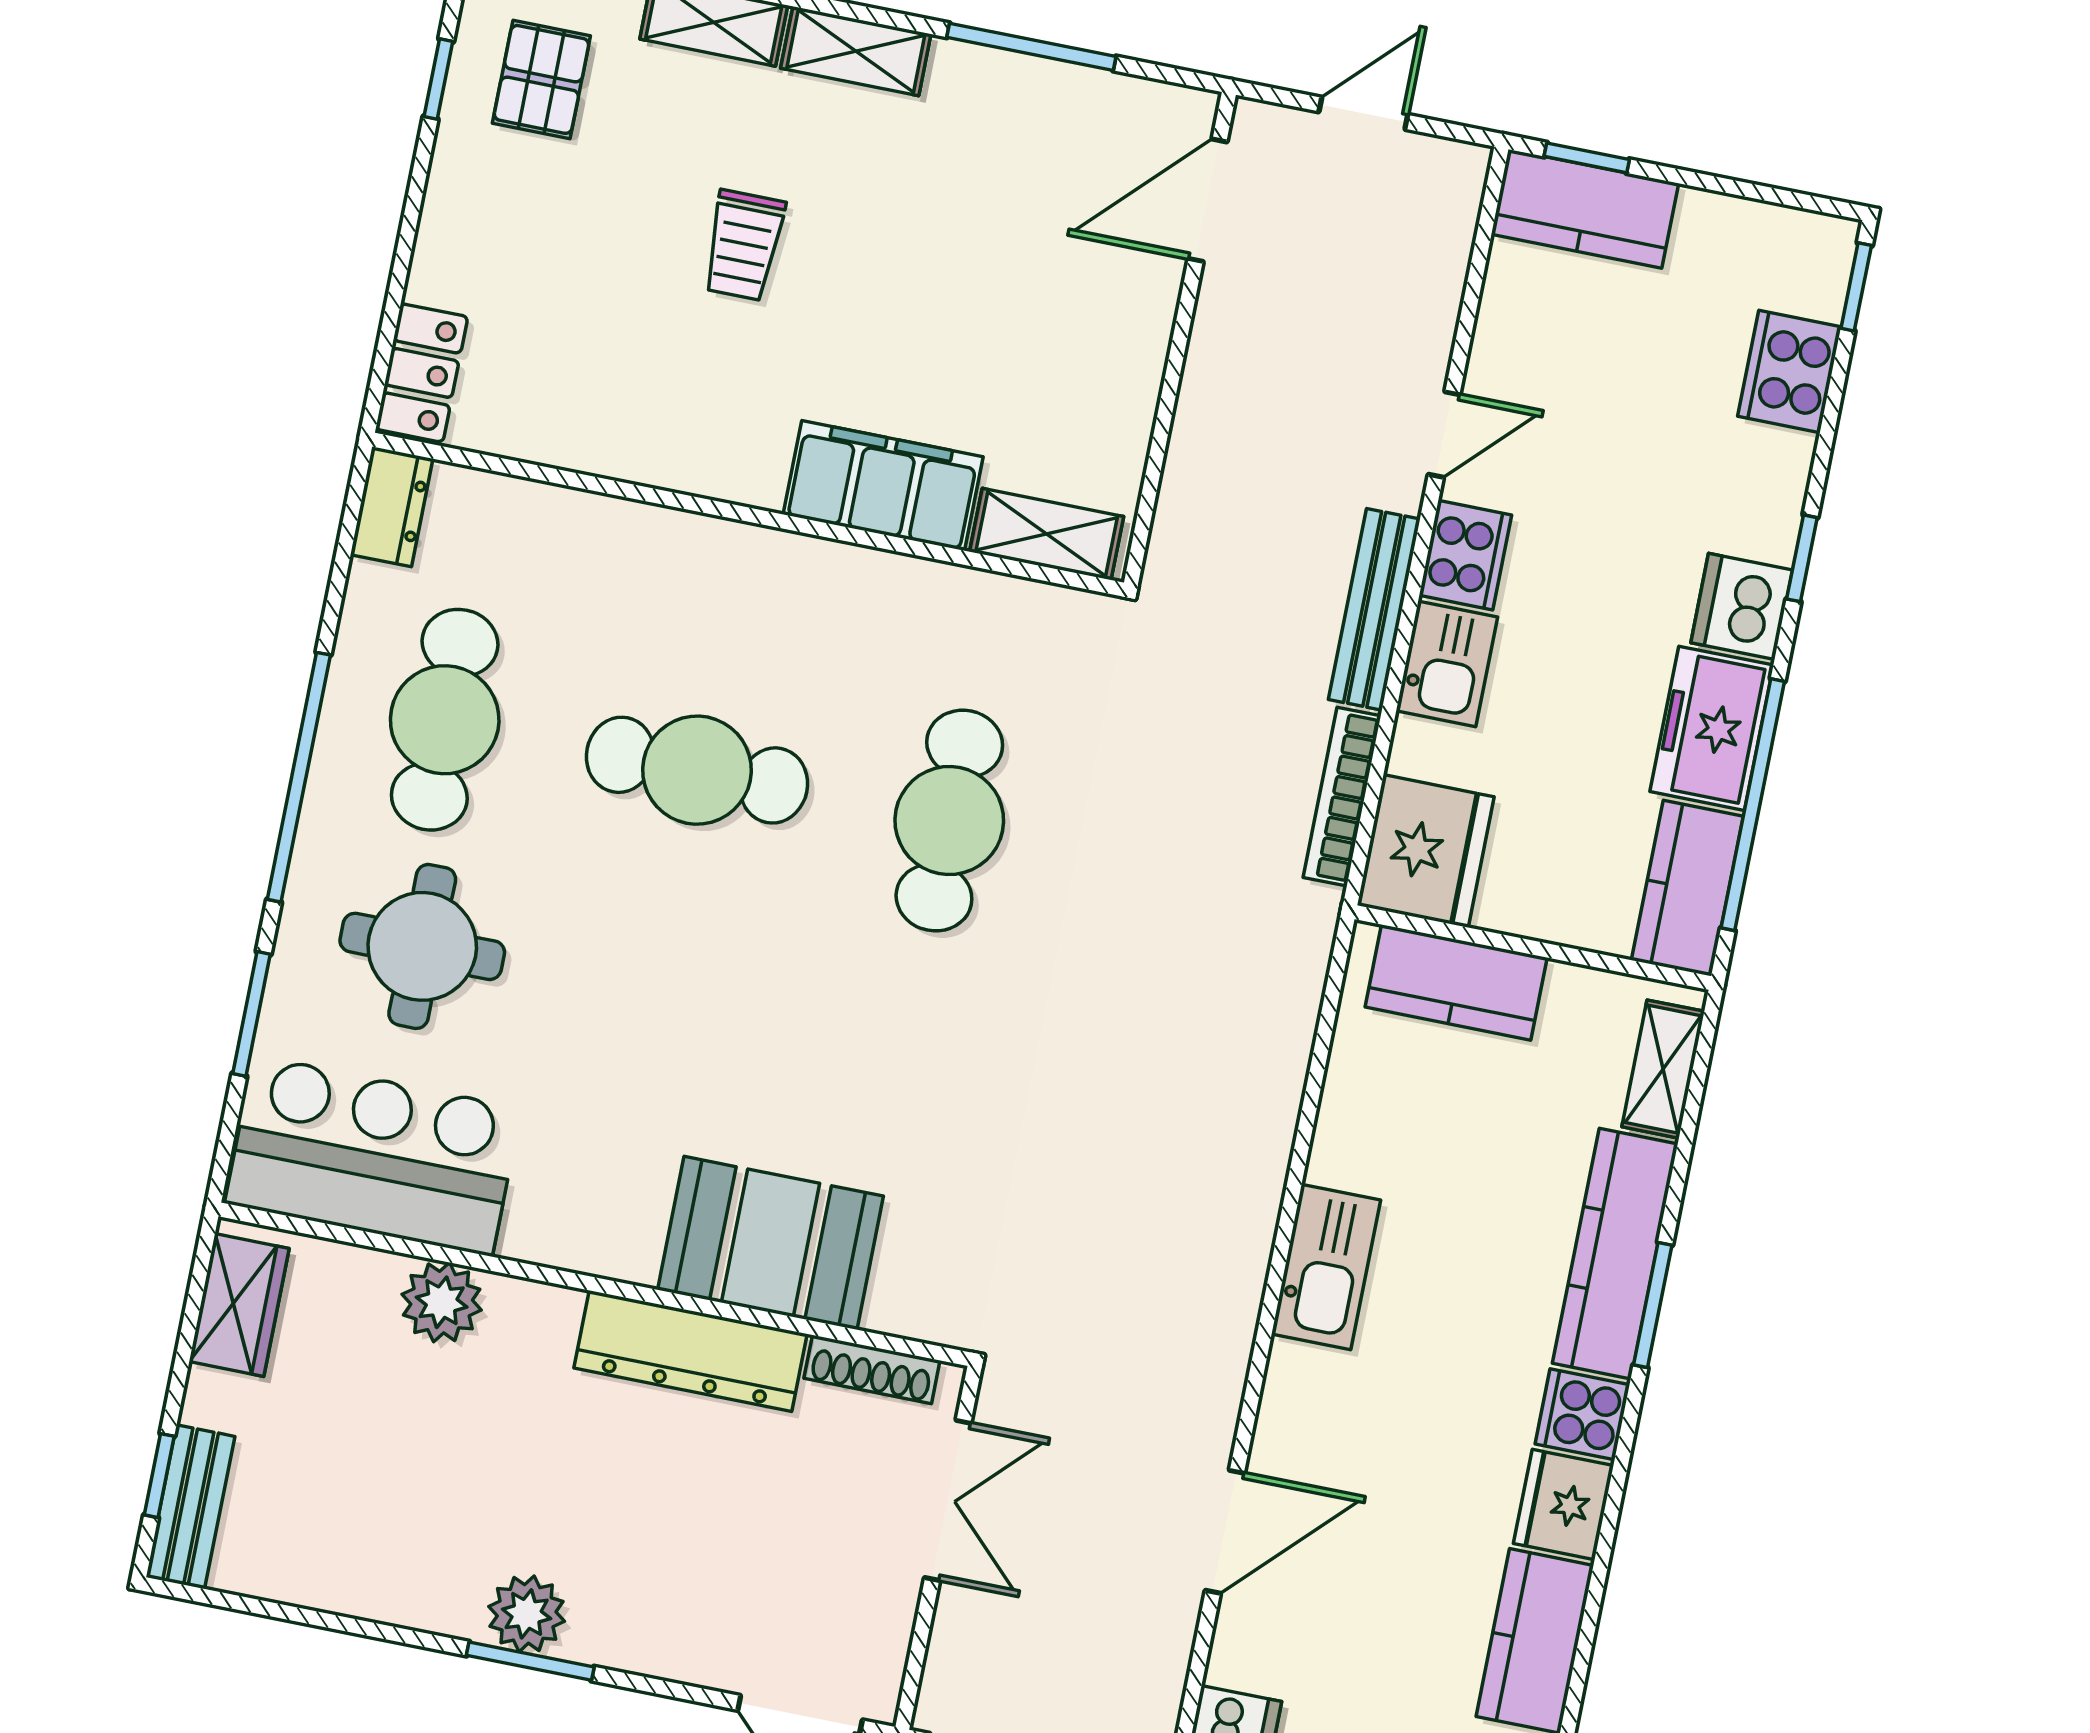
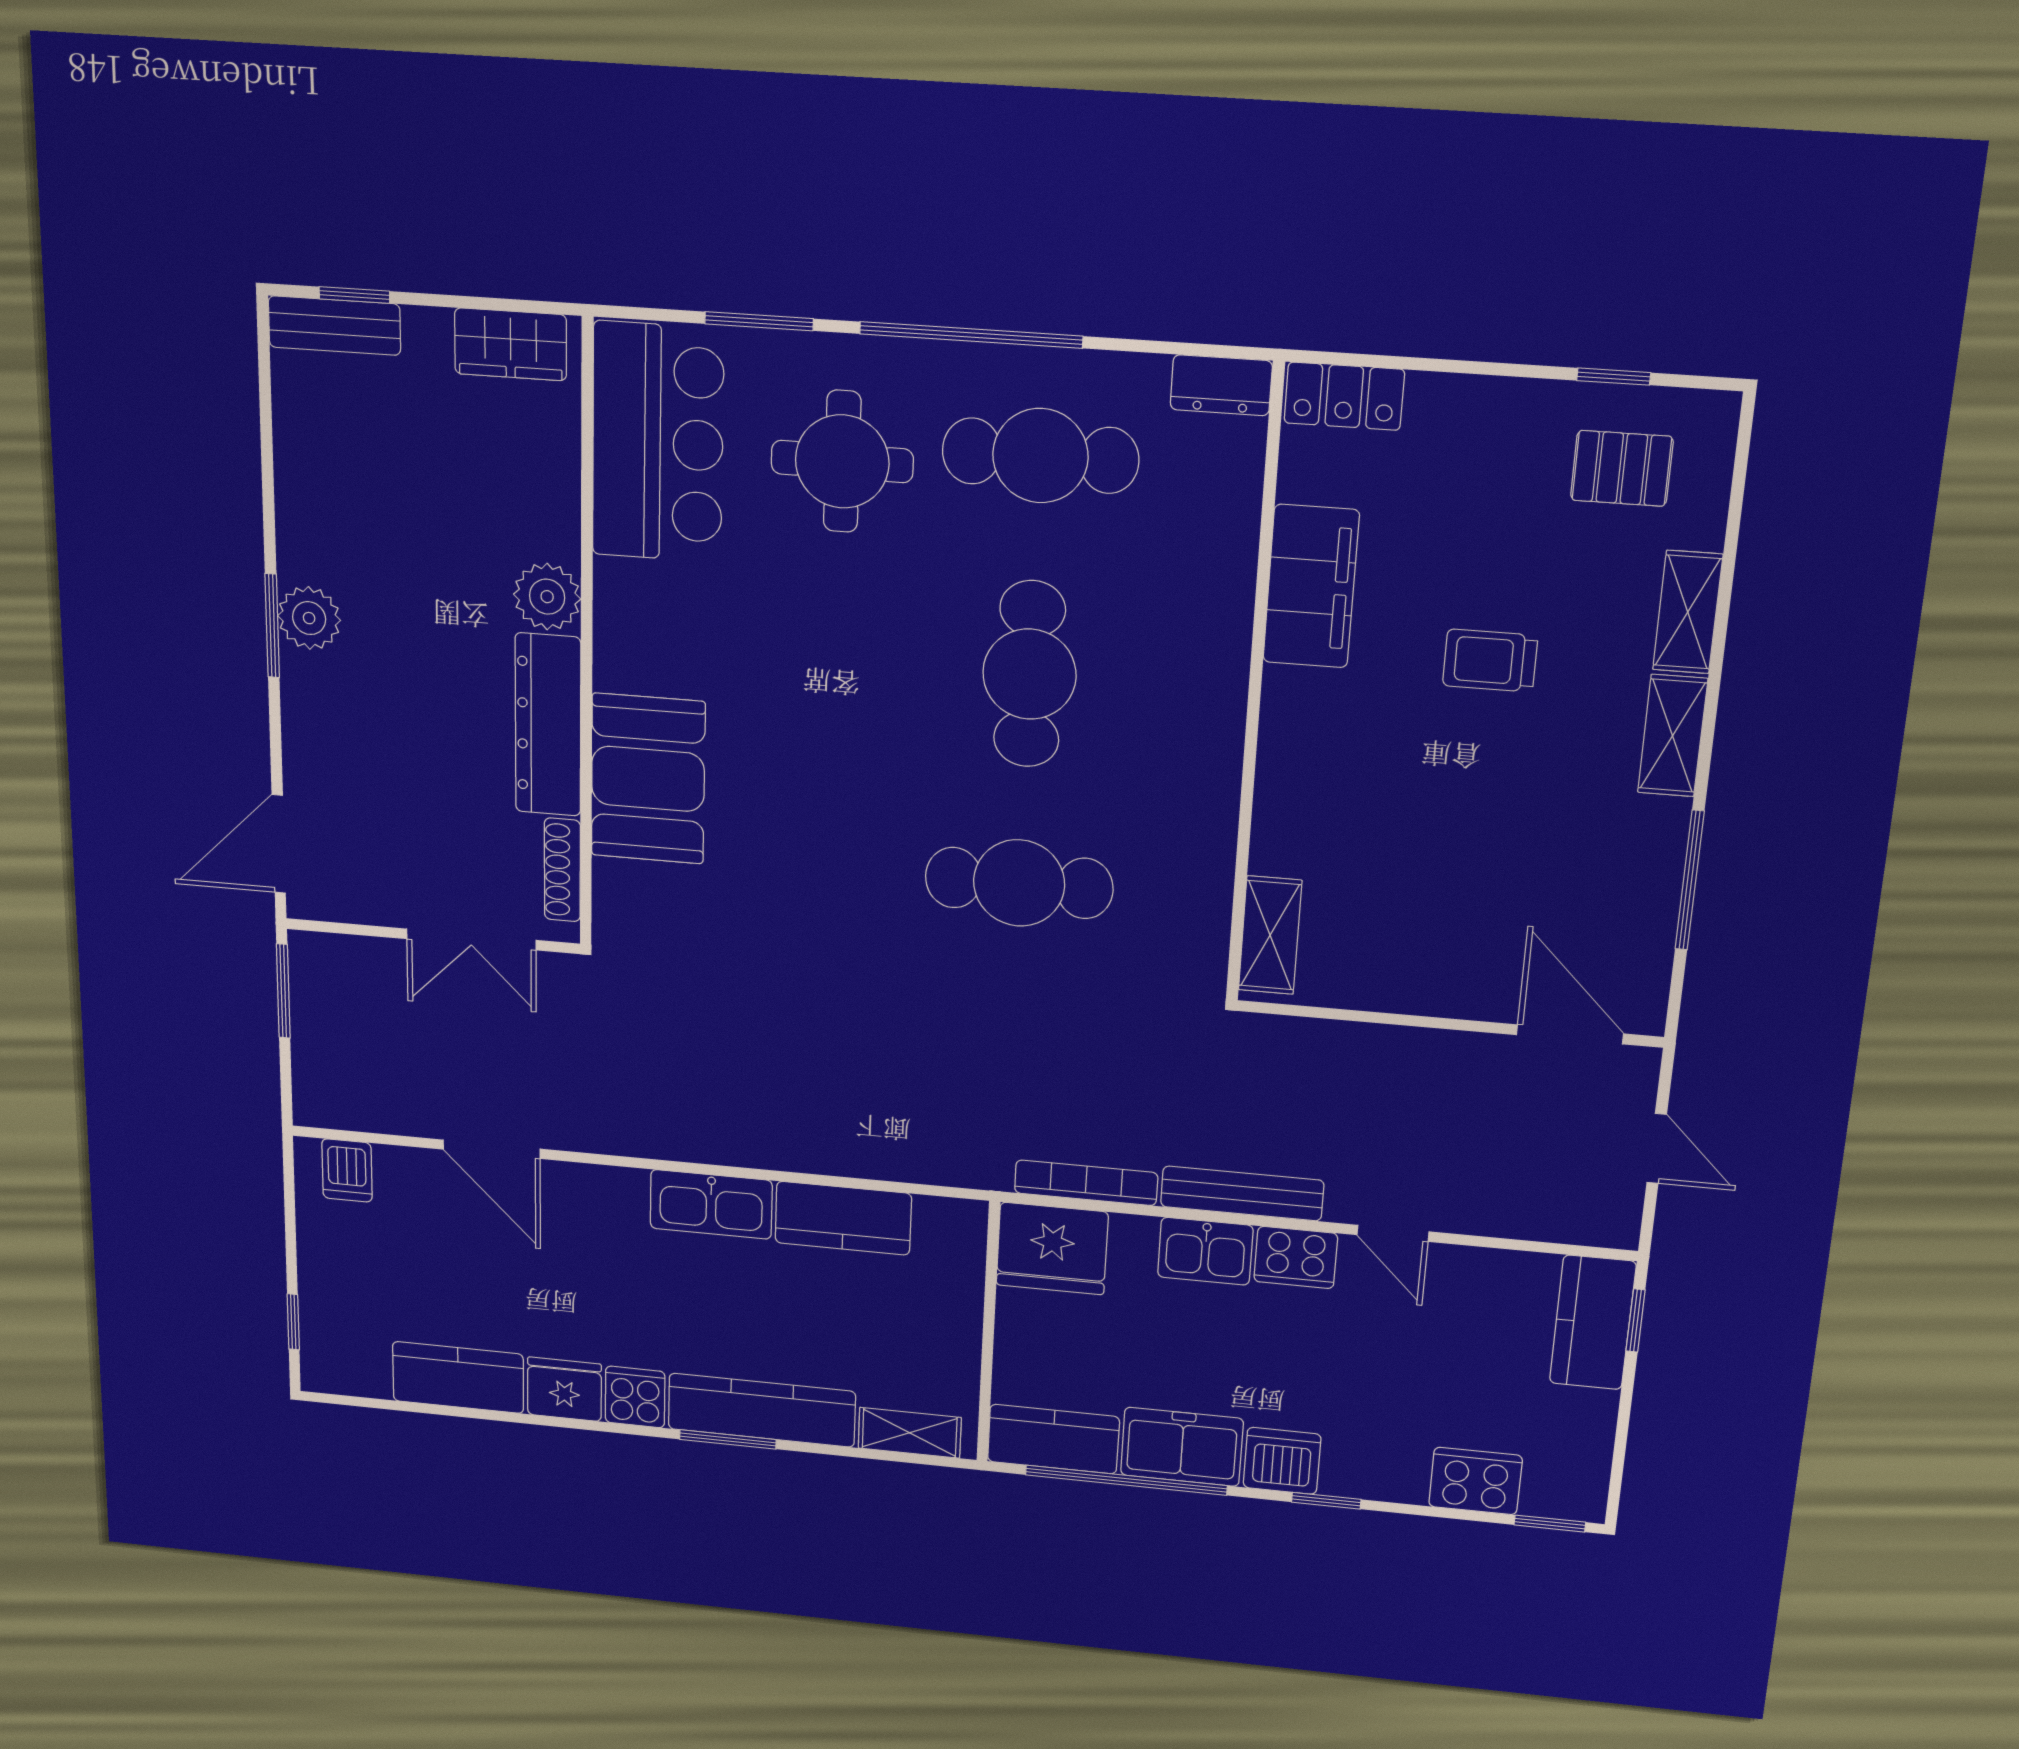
filing cabinet: (883, 486) -> (1311, 586), moved
kitchen counter: (1456, 982) -> (843, 1218), moved, turned -90
plant: (442, 1302) -> (547, 597), moved

